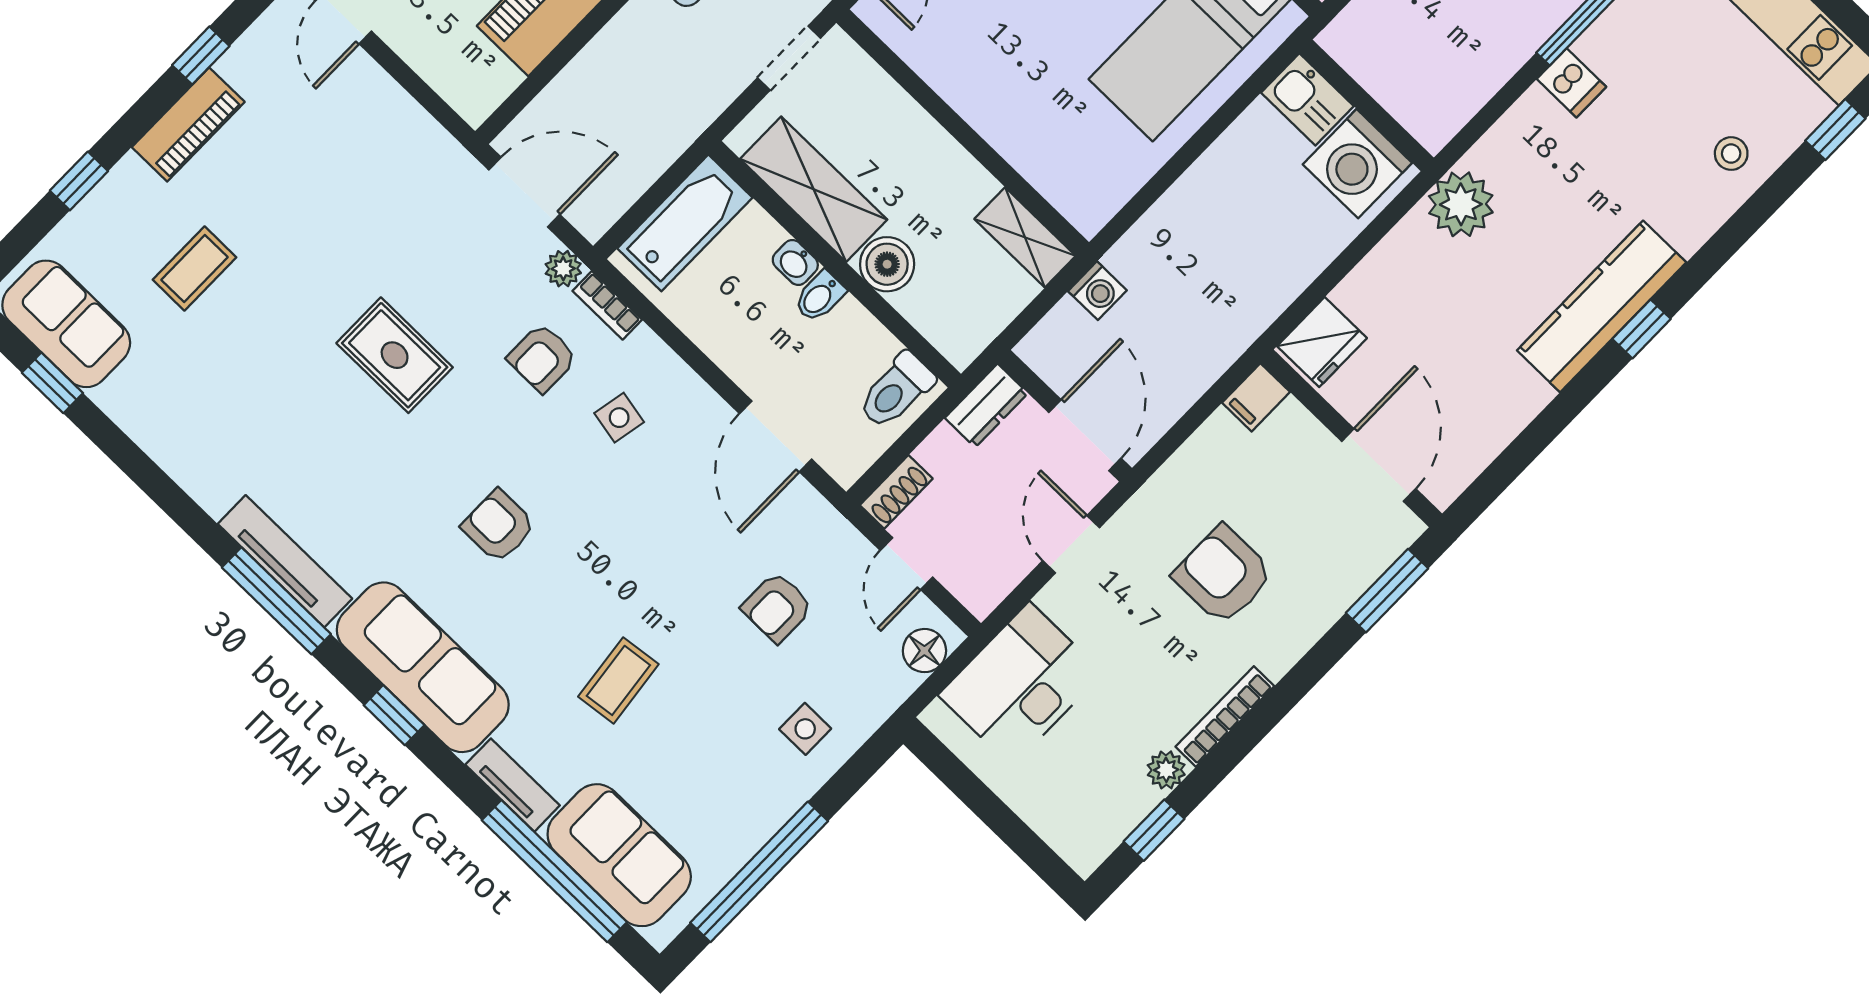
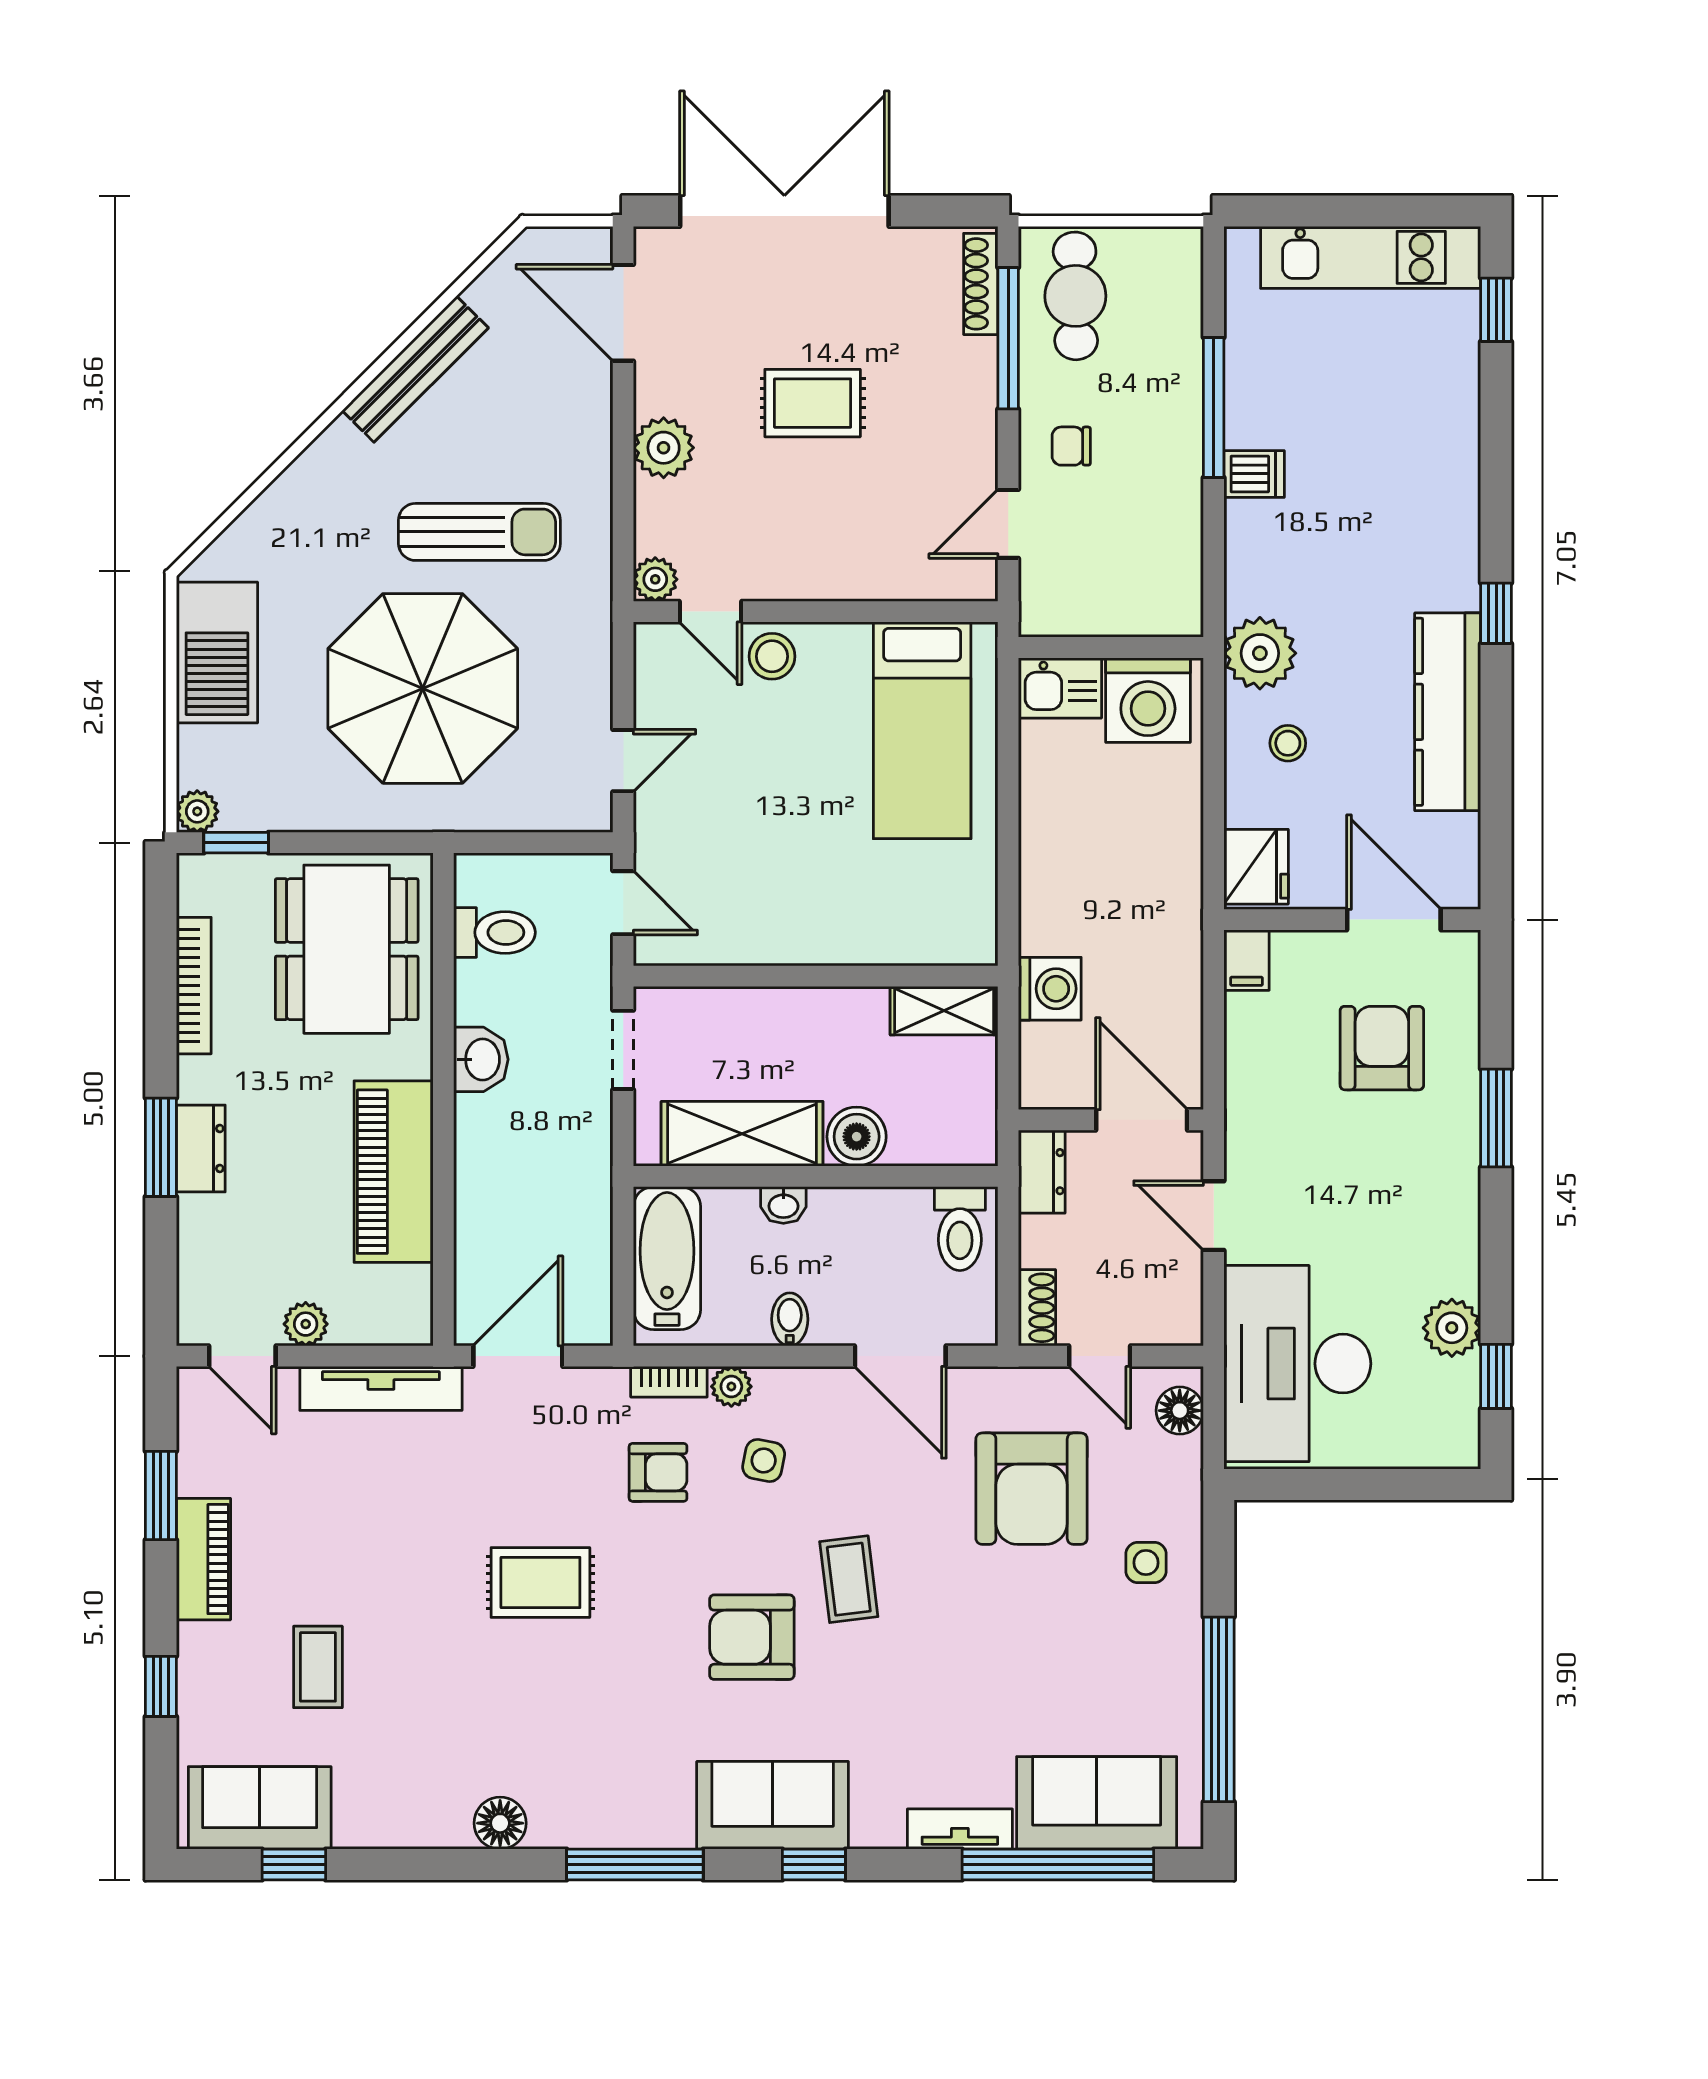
plant: (405, 35) -> (306, 1324), added
window: (201, 56) -> (161, 1495), width x1.50
stool: (1731, 154) -> (1288, 743), moved
plant: (563, 269) -> (731, 1386), moved
washing machine: (1097, 291) -> (1050, 989), width x1.38, depth x1.38
bidet: (820, 297) -> (790, 1319), moved, turned 180
kitchen counter: (1602, 306) -> (1448, 712), moved
armchair: (542, 358) -> (658, 1472), turned -90
floor lamp: (214, 487) -> (500, 1823), added
armchair: (499, 526) -> (752, 1637), width x1.38, depth x1.38
tv unit: (285, 561) -> (381, 1388), moved, turned 180
armchair: (1223, 575) -> (1382, 1048), moved, turned 90
window: (1387, 591) -> (1496, 1118), moved
armchair: (777, 607) -> (1032, 1489), width x1.88, depth x1.88
sofa: (423, 667) -> (773, 1805), width x0.73
coffee table: (618, 680) -> (849, 1579), moved
desk: (1021, 684) -> (1297, 1364), width x1.36, depth x1.30
bookcase: (1225, 716) -> (1465, 1233), removed
plant: (1166, 770) -> (1452, 1328), width x1.38, depth x1.38

